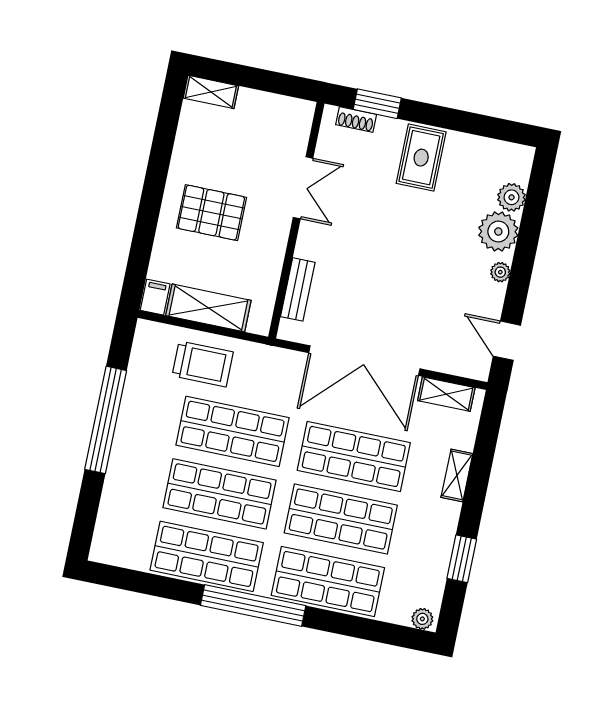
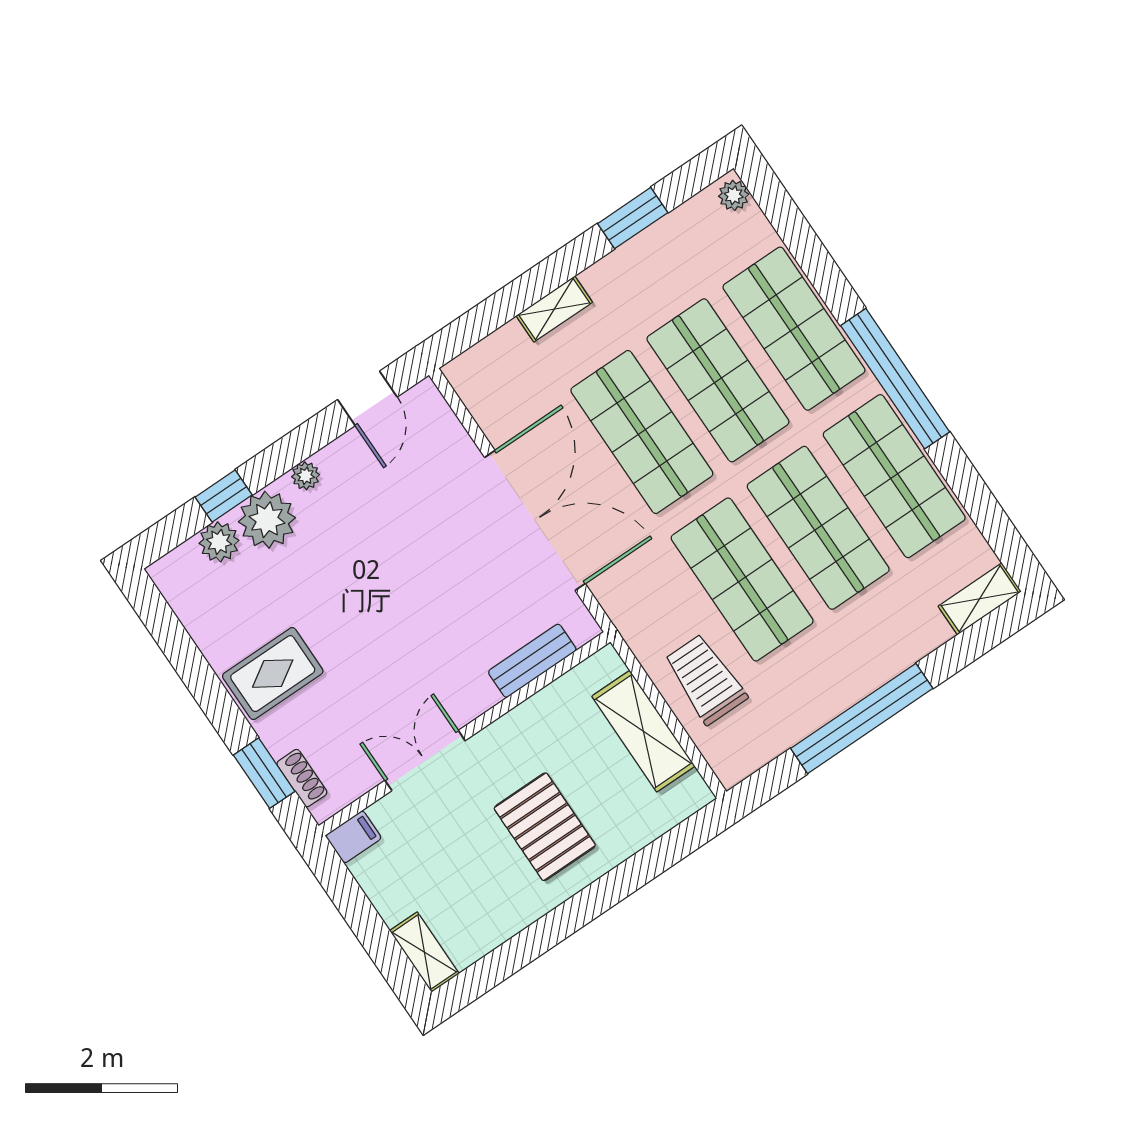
window: (531, 222) -> (224, 496), added
filing cabinet: (155, 297) -> (353, 837), moved, turned 180
shelving: (446, 394) -> (980, 599), moved, turned 90

